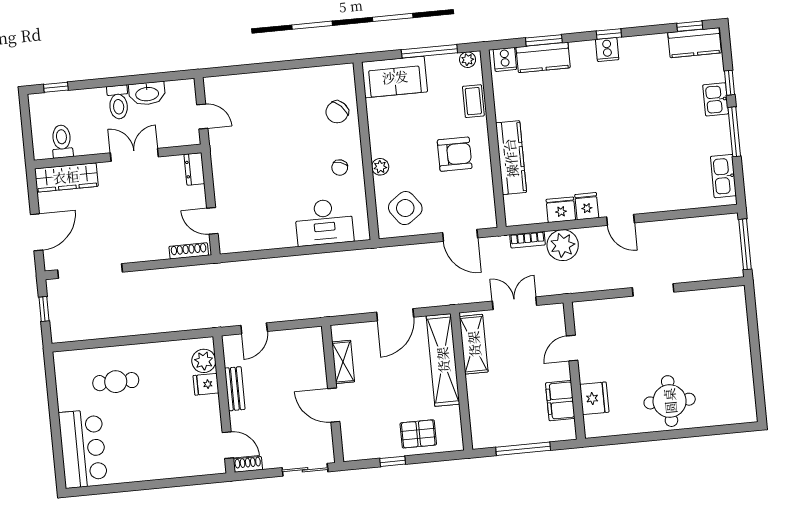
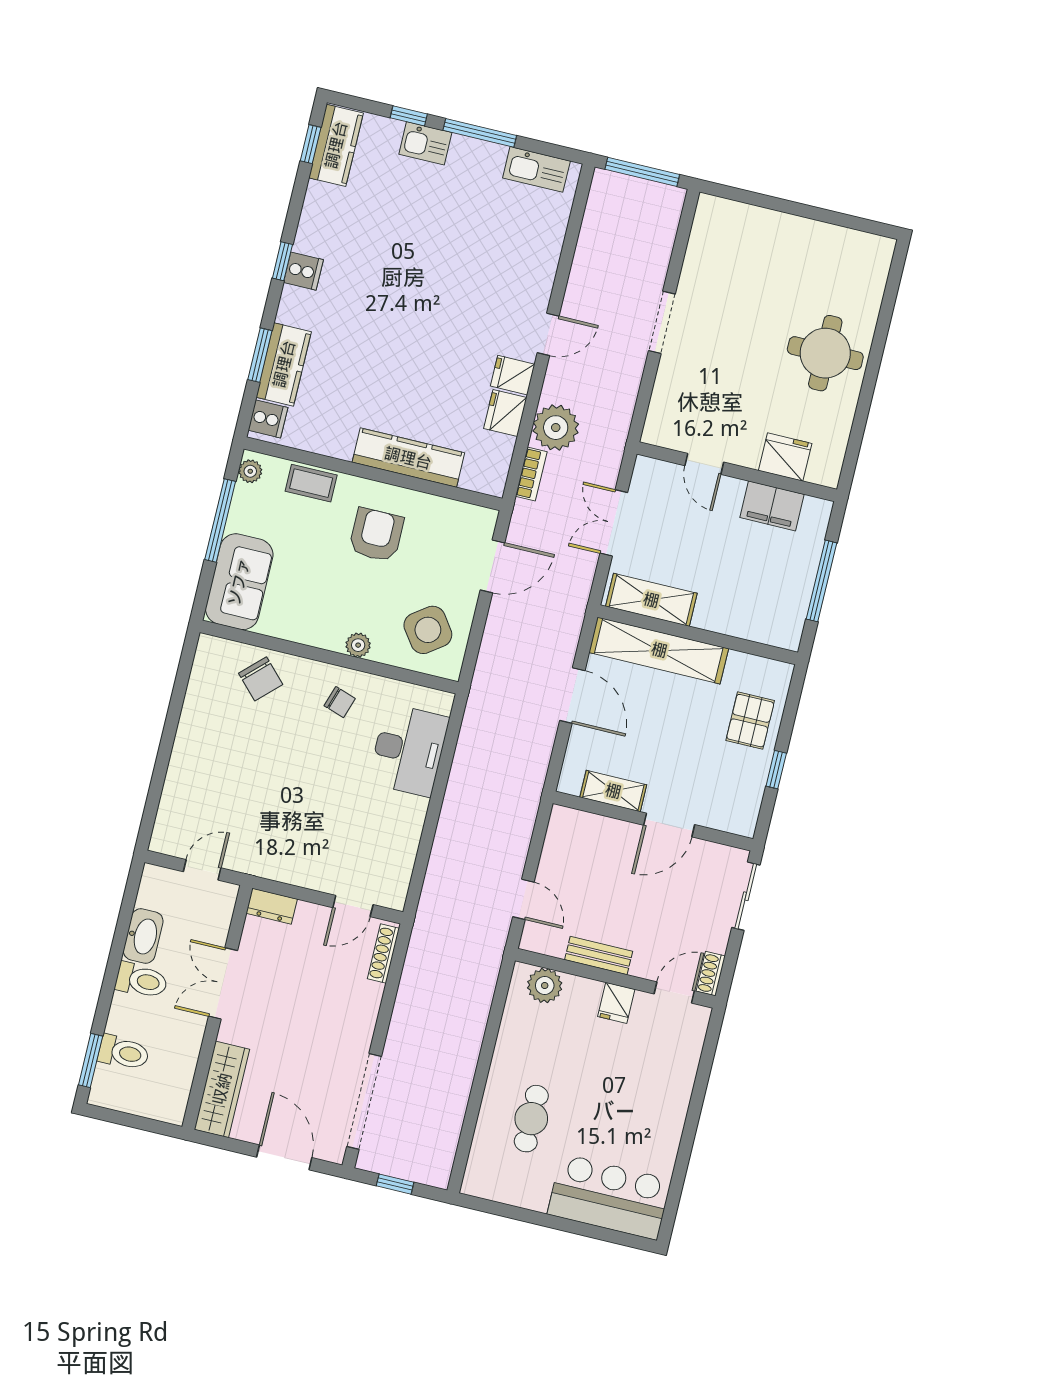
window: (56, 87) -> (91, 1061), width x1.50
toilet: (62, 141) -> (124, 1053), moved, turned 180
fridge: (206, 384) -> (616, 1003), moved

